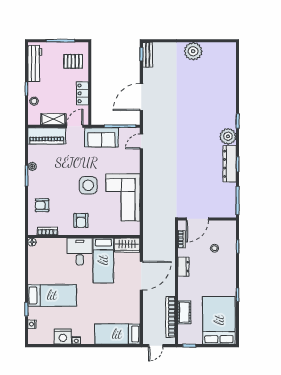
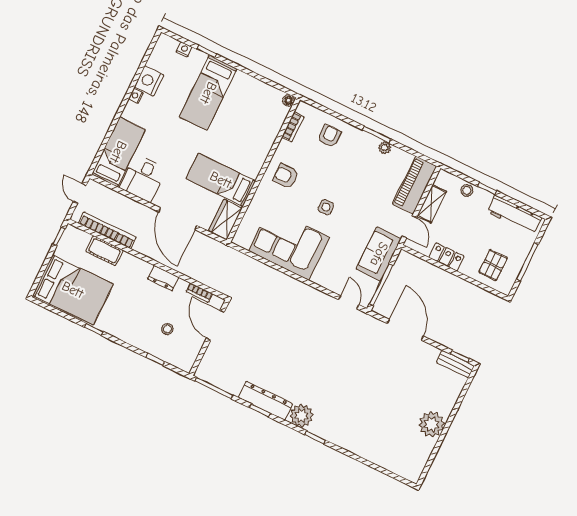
side table: (88, 185) -> (326, 207), width x0.54, depth x0.54
desk: (80, 251) -> (143, 178), moved, turned 90

